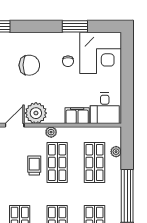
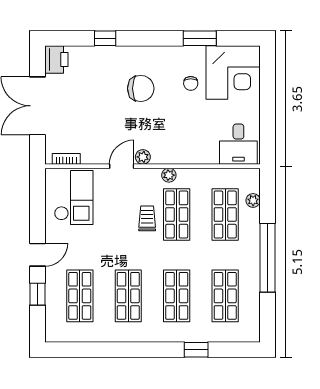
plant: (36, 113) -> (143, 157), width x0.53, depth x0.53
filing cabinet: (77, 116) -> (203, 154), removed

